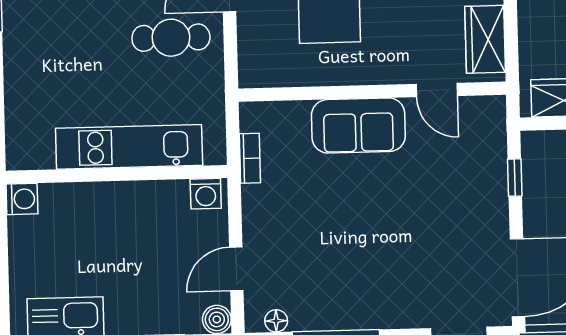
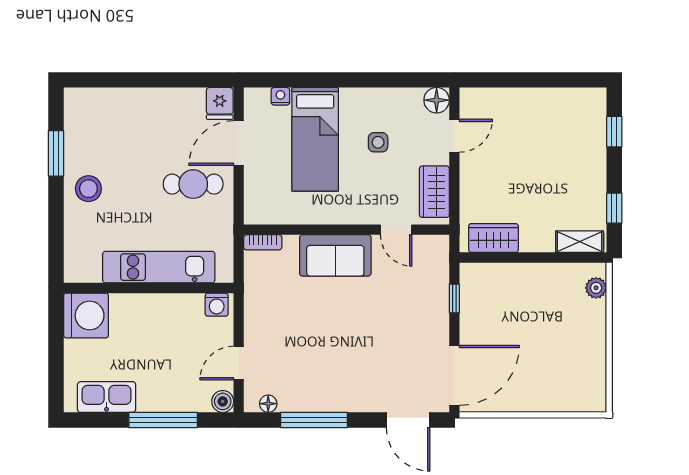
stool: (35, 47) -> (88, 189), added
bookcase: (250, 158) -> (263, 242), moved, turned 90
washing machine: (22, 199) -> (86, 315), width x1.89, depth x1.89

